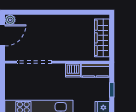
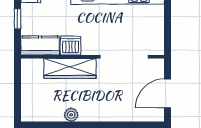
plant: (10, 20) -> (71, 115), moved
wardrobe: (102, 38) -> (70, 68), moved, turned 90

